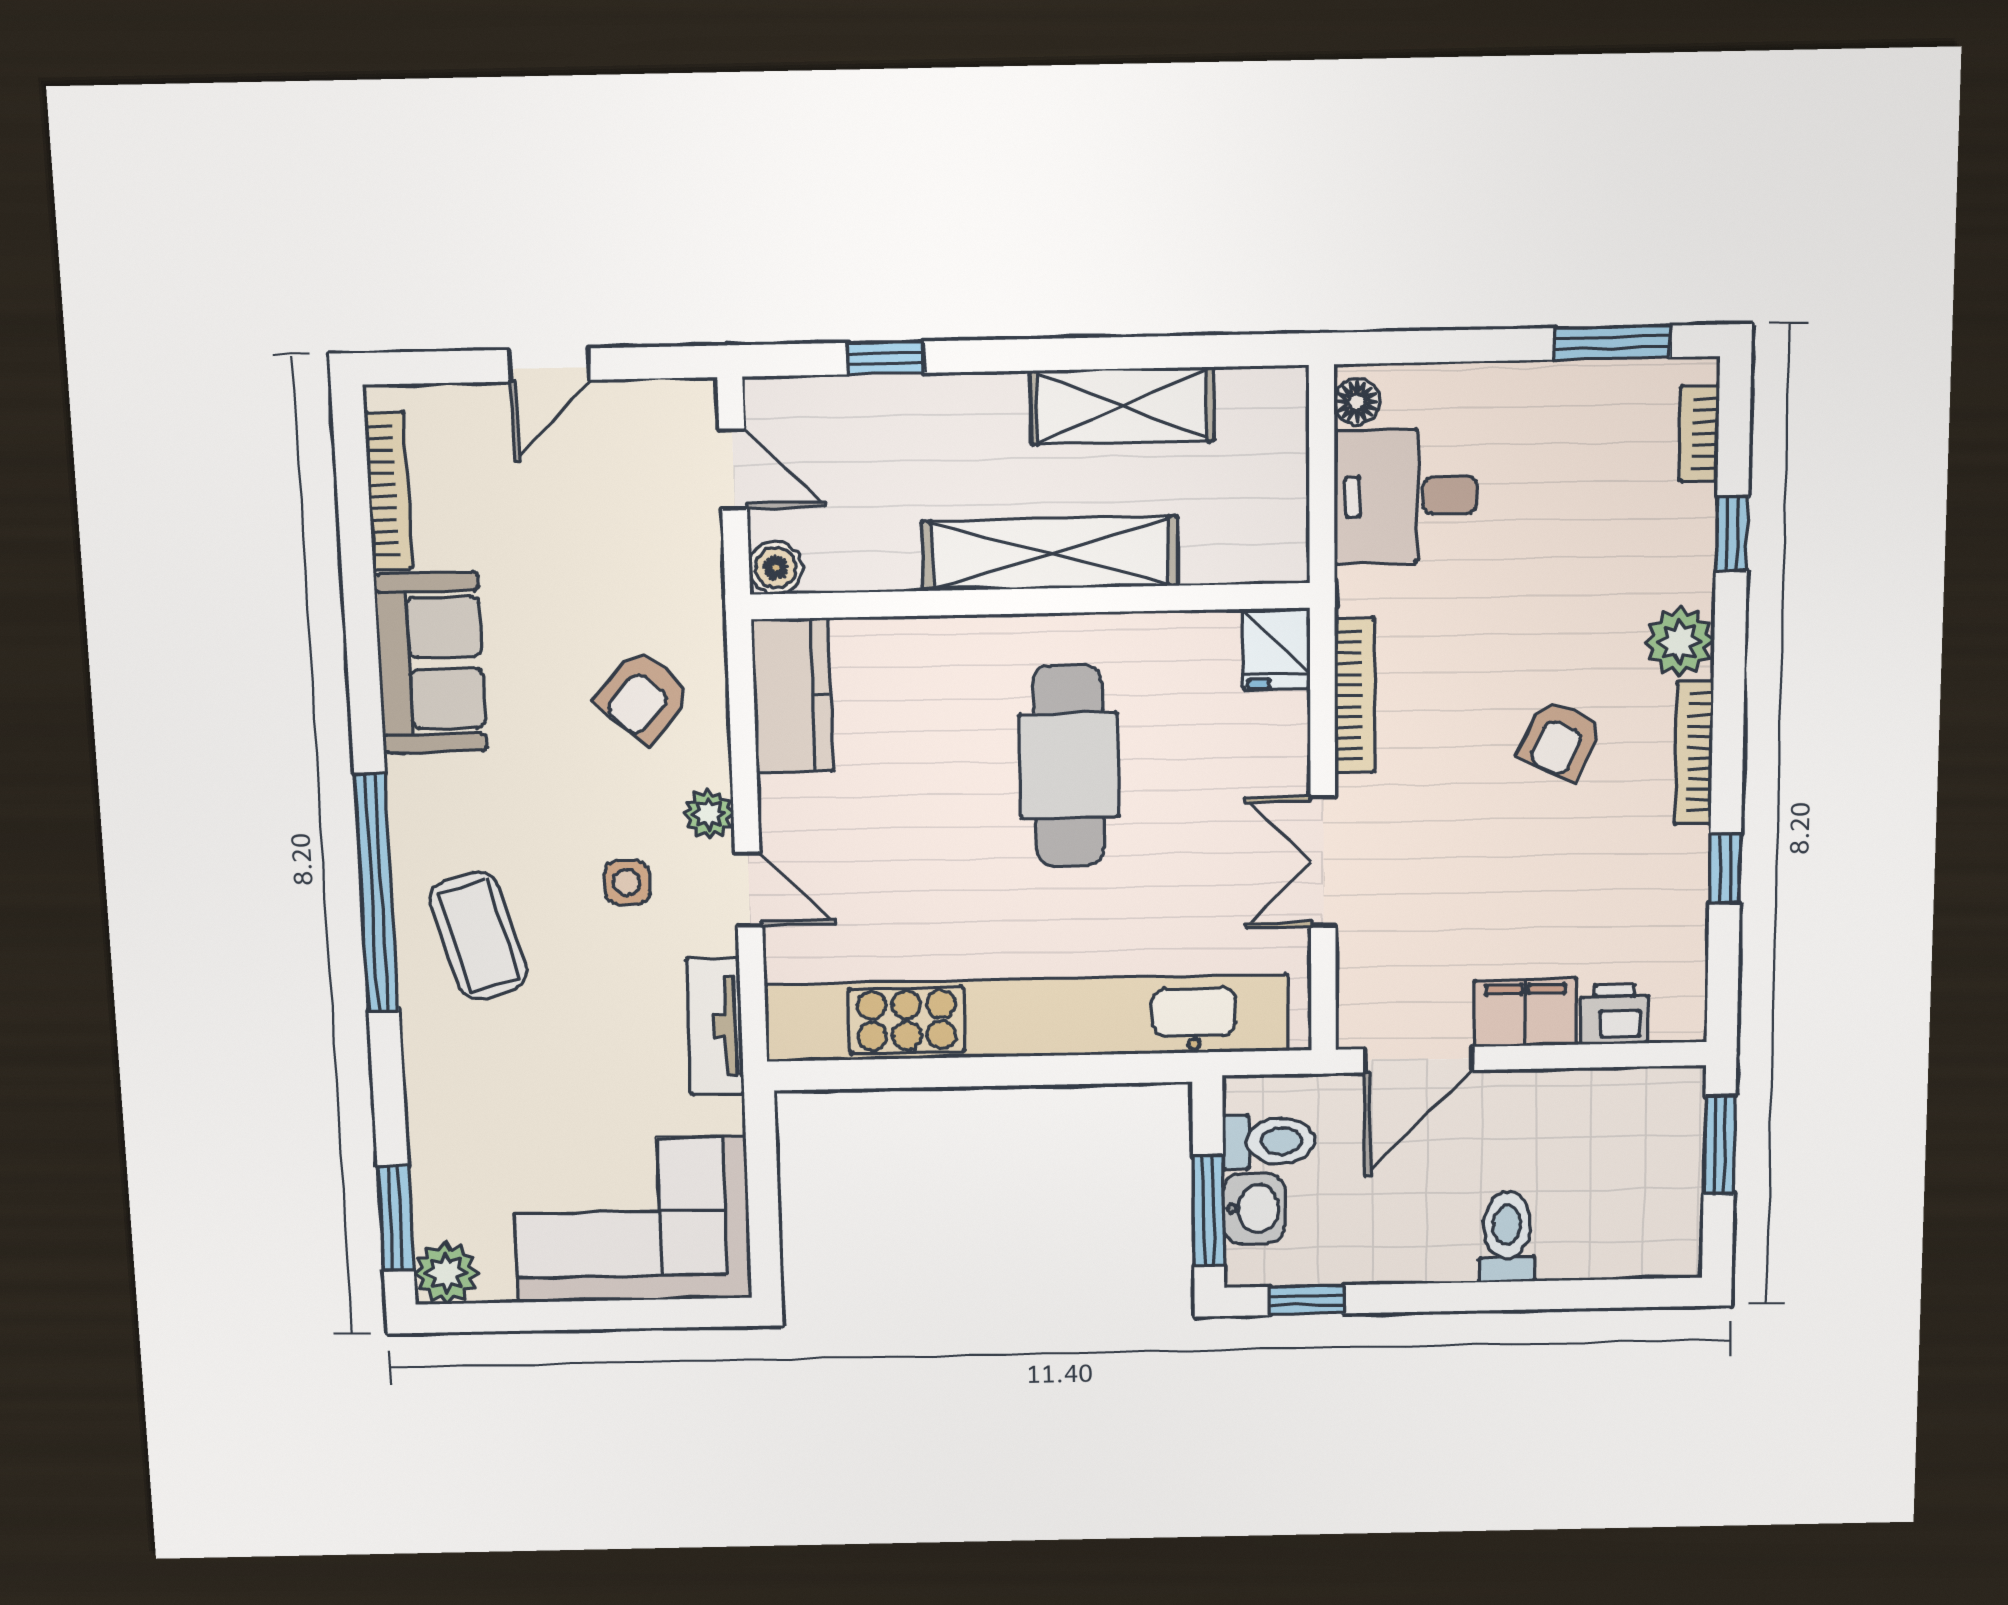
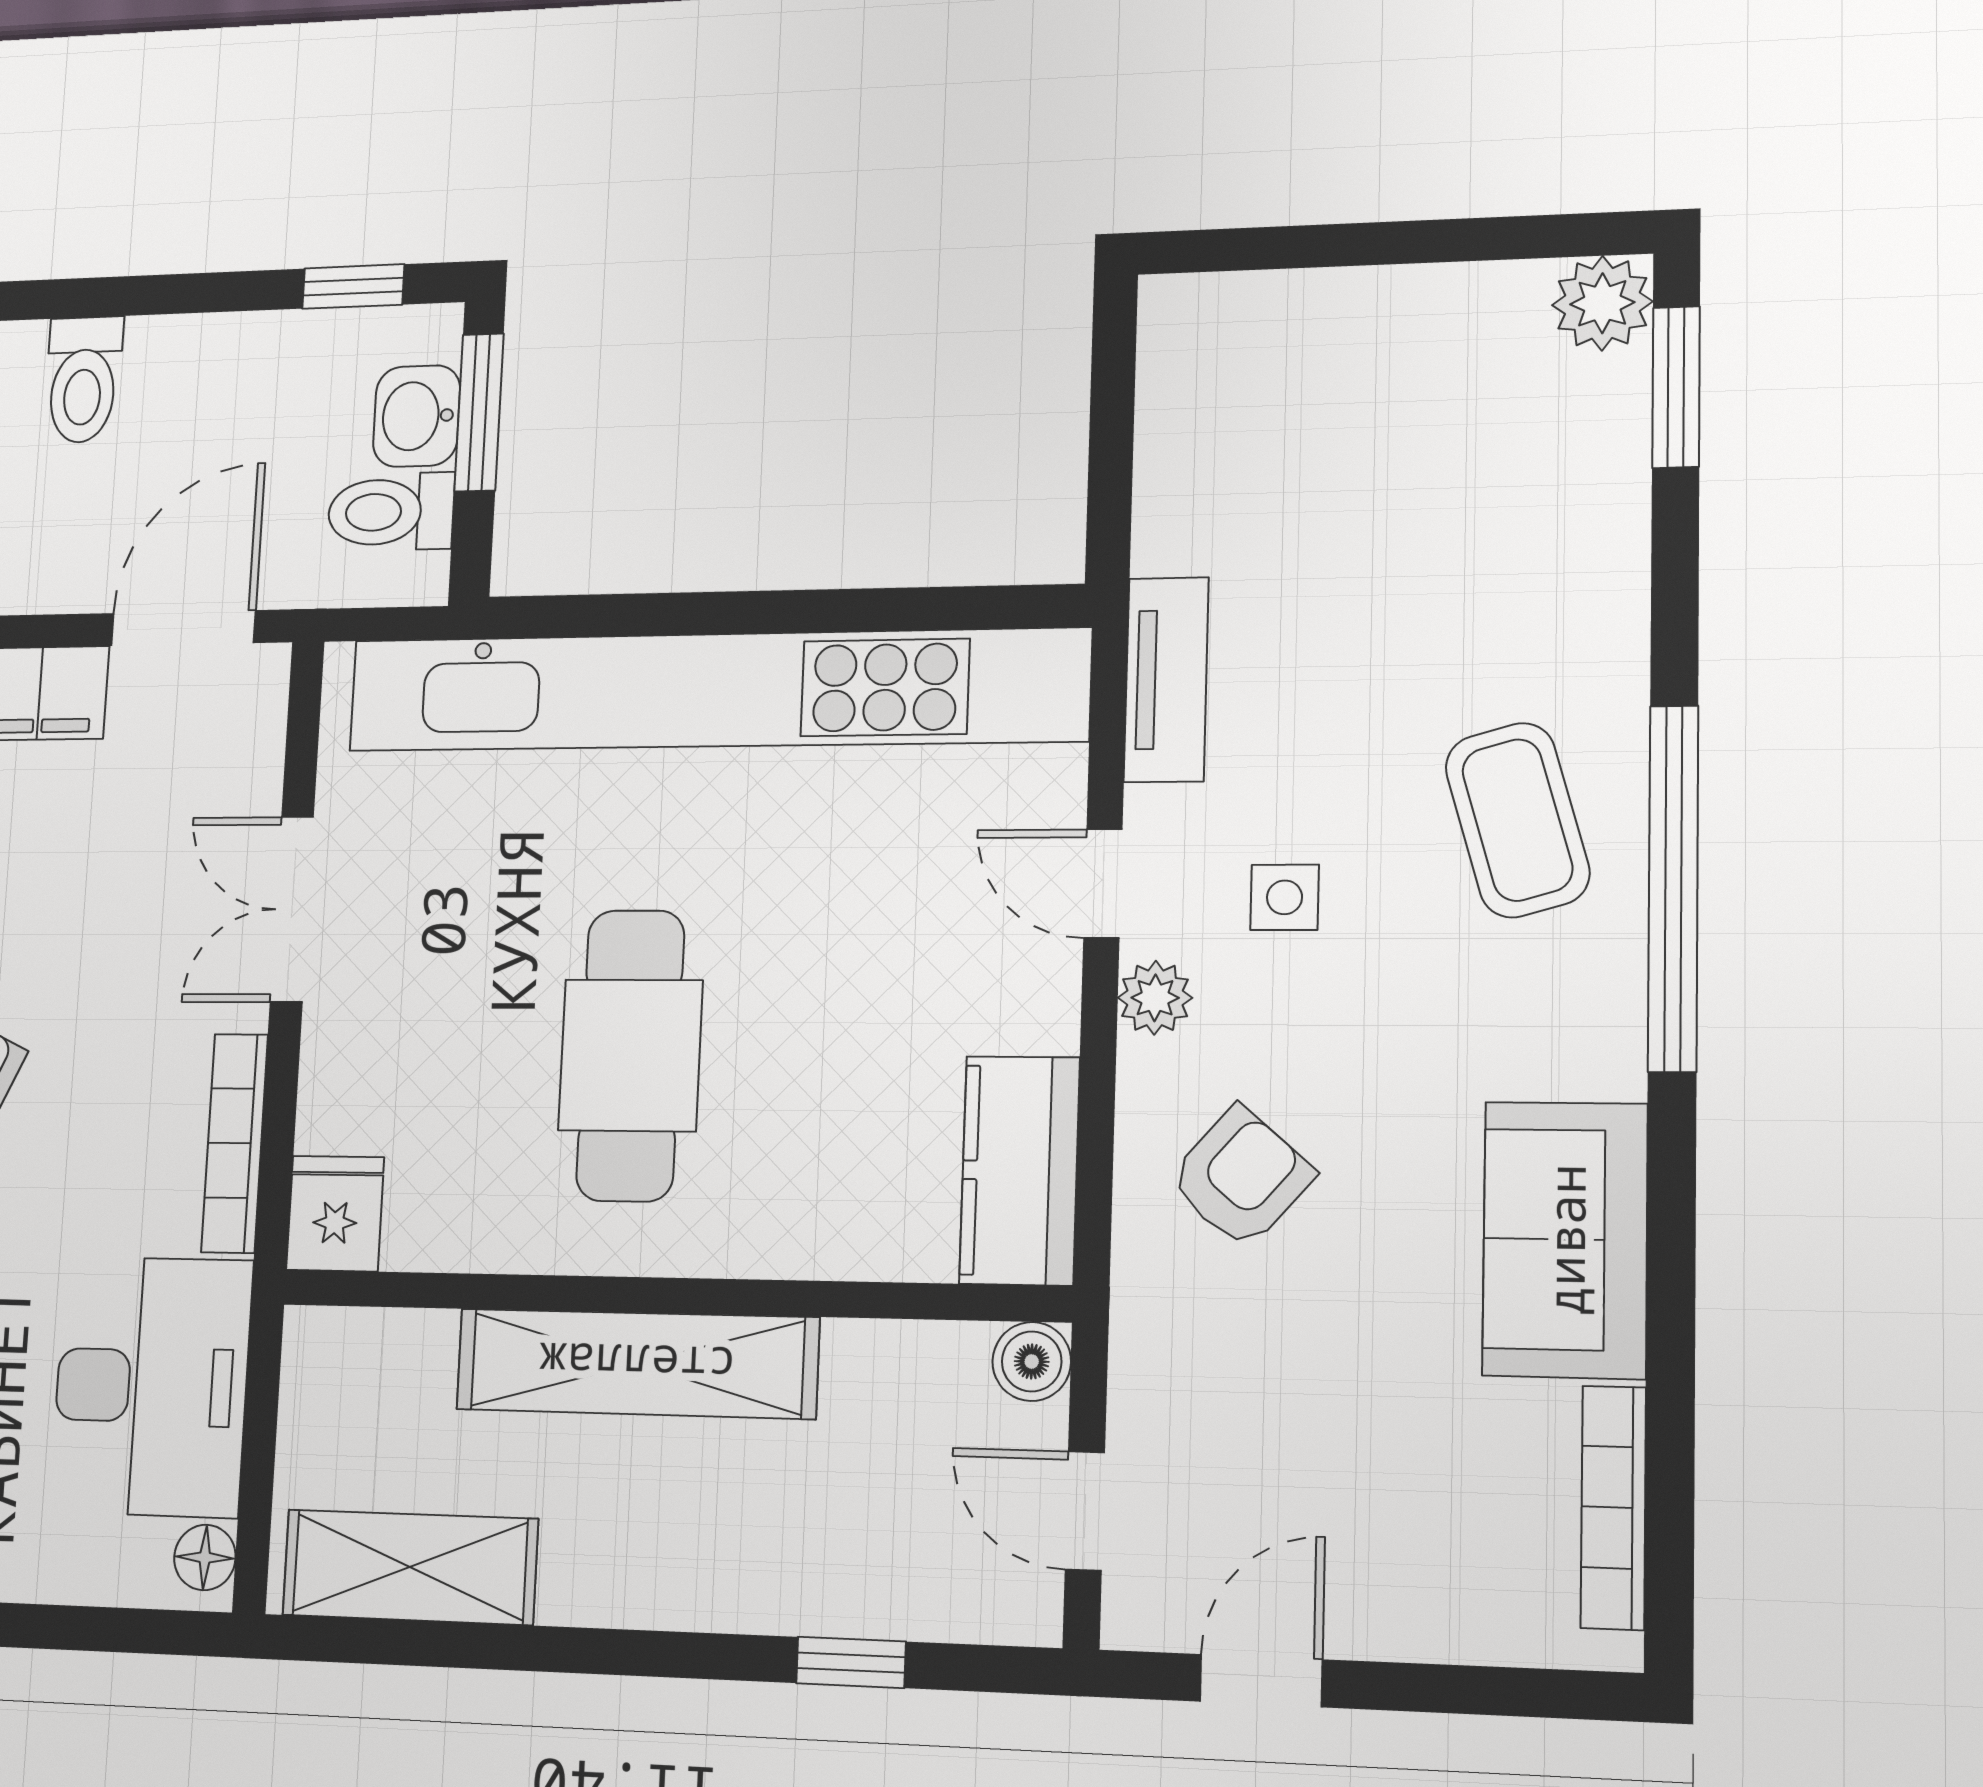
door: (549, 365) -> (1261, 1681), moved
shelving: (1122, 406) -> (410, 1567), moved
desk: (1406, 496) -> (151, 1386), width x1.37
double door: (1323, 862) -> (292, 909), swing flipped
corner sofa: (632, 1220) -> (1311, 389), removed

